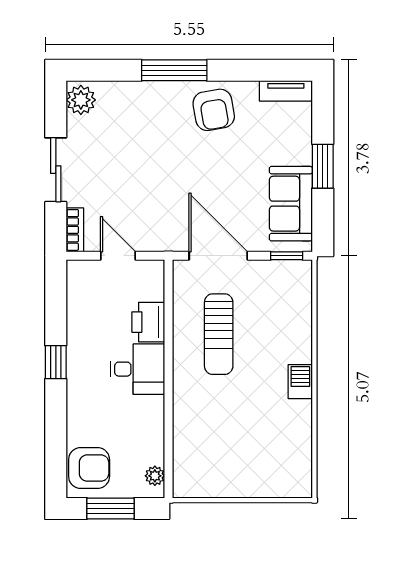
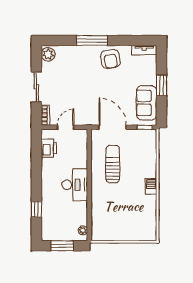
door: (118, 256) -> (66, 127), hinge flipped
printer: (148, 322) -> (49, 148), moved, turned 180
sun lounger: (219, 334) -> (113, 164), turned 180
window: (56, 362) -> (36, 209), moved
desk: (138, 369) -> (75, 185), width x1.37
armchair: (89, 468) -> (52, 227), removed

